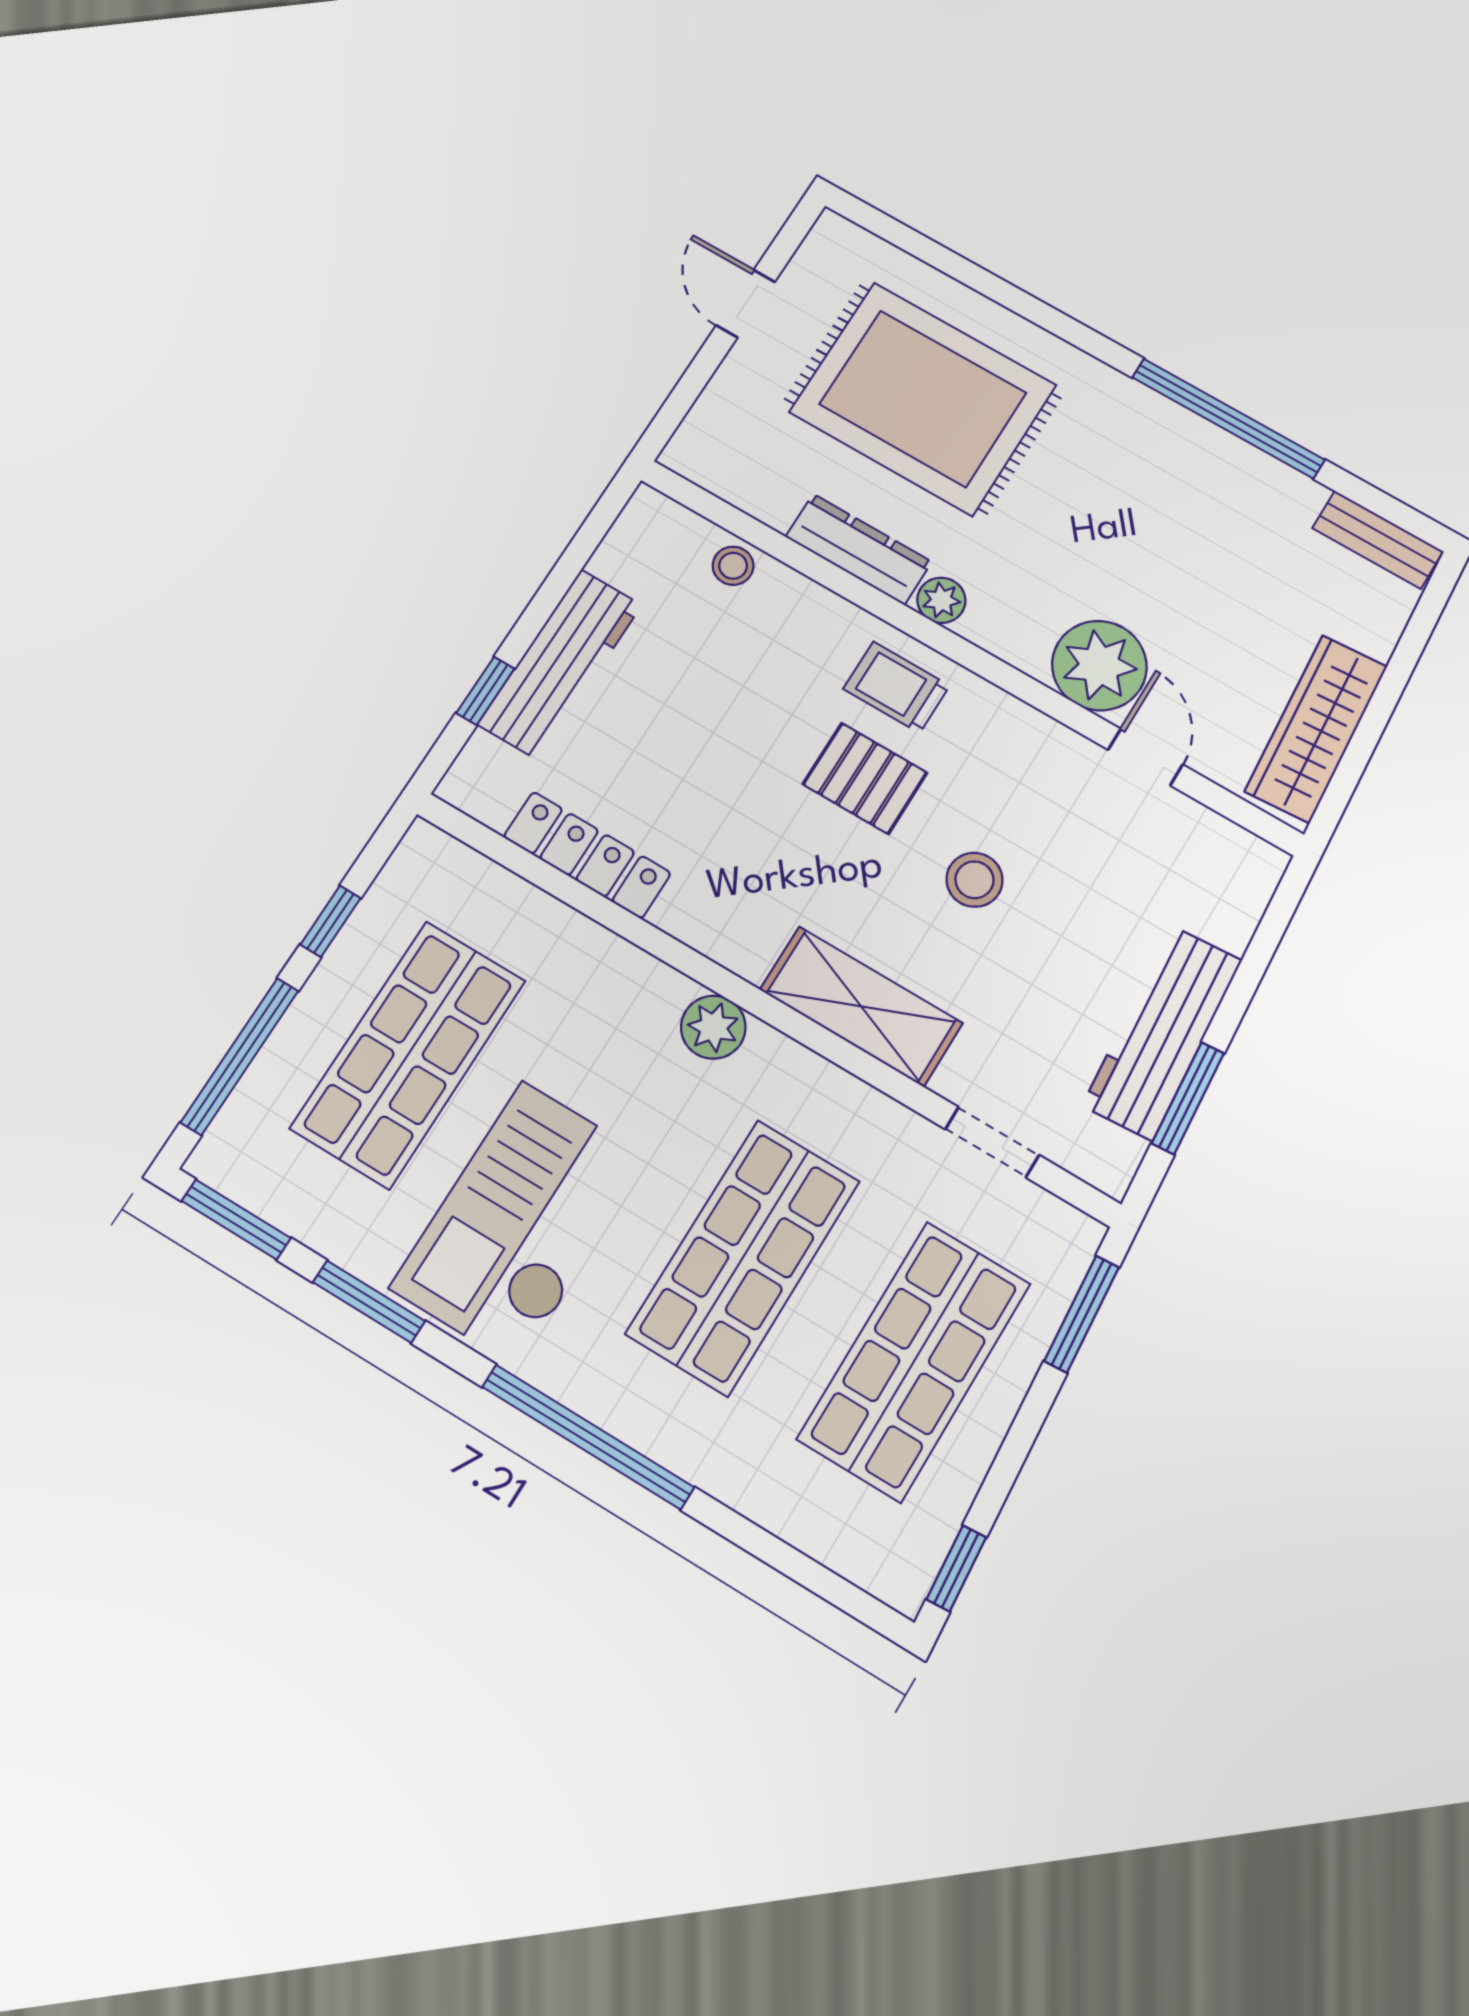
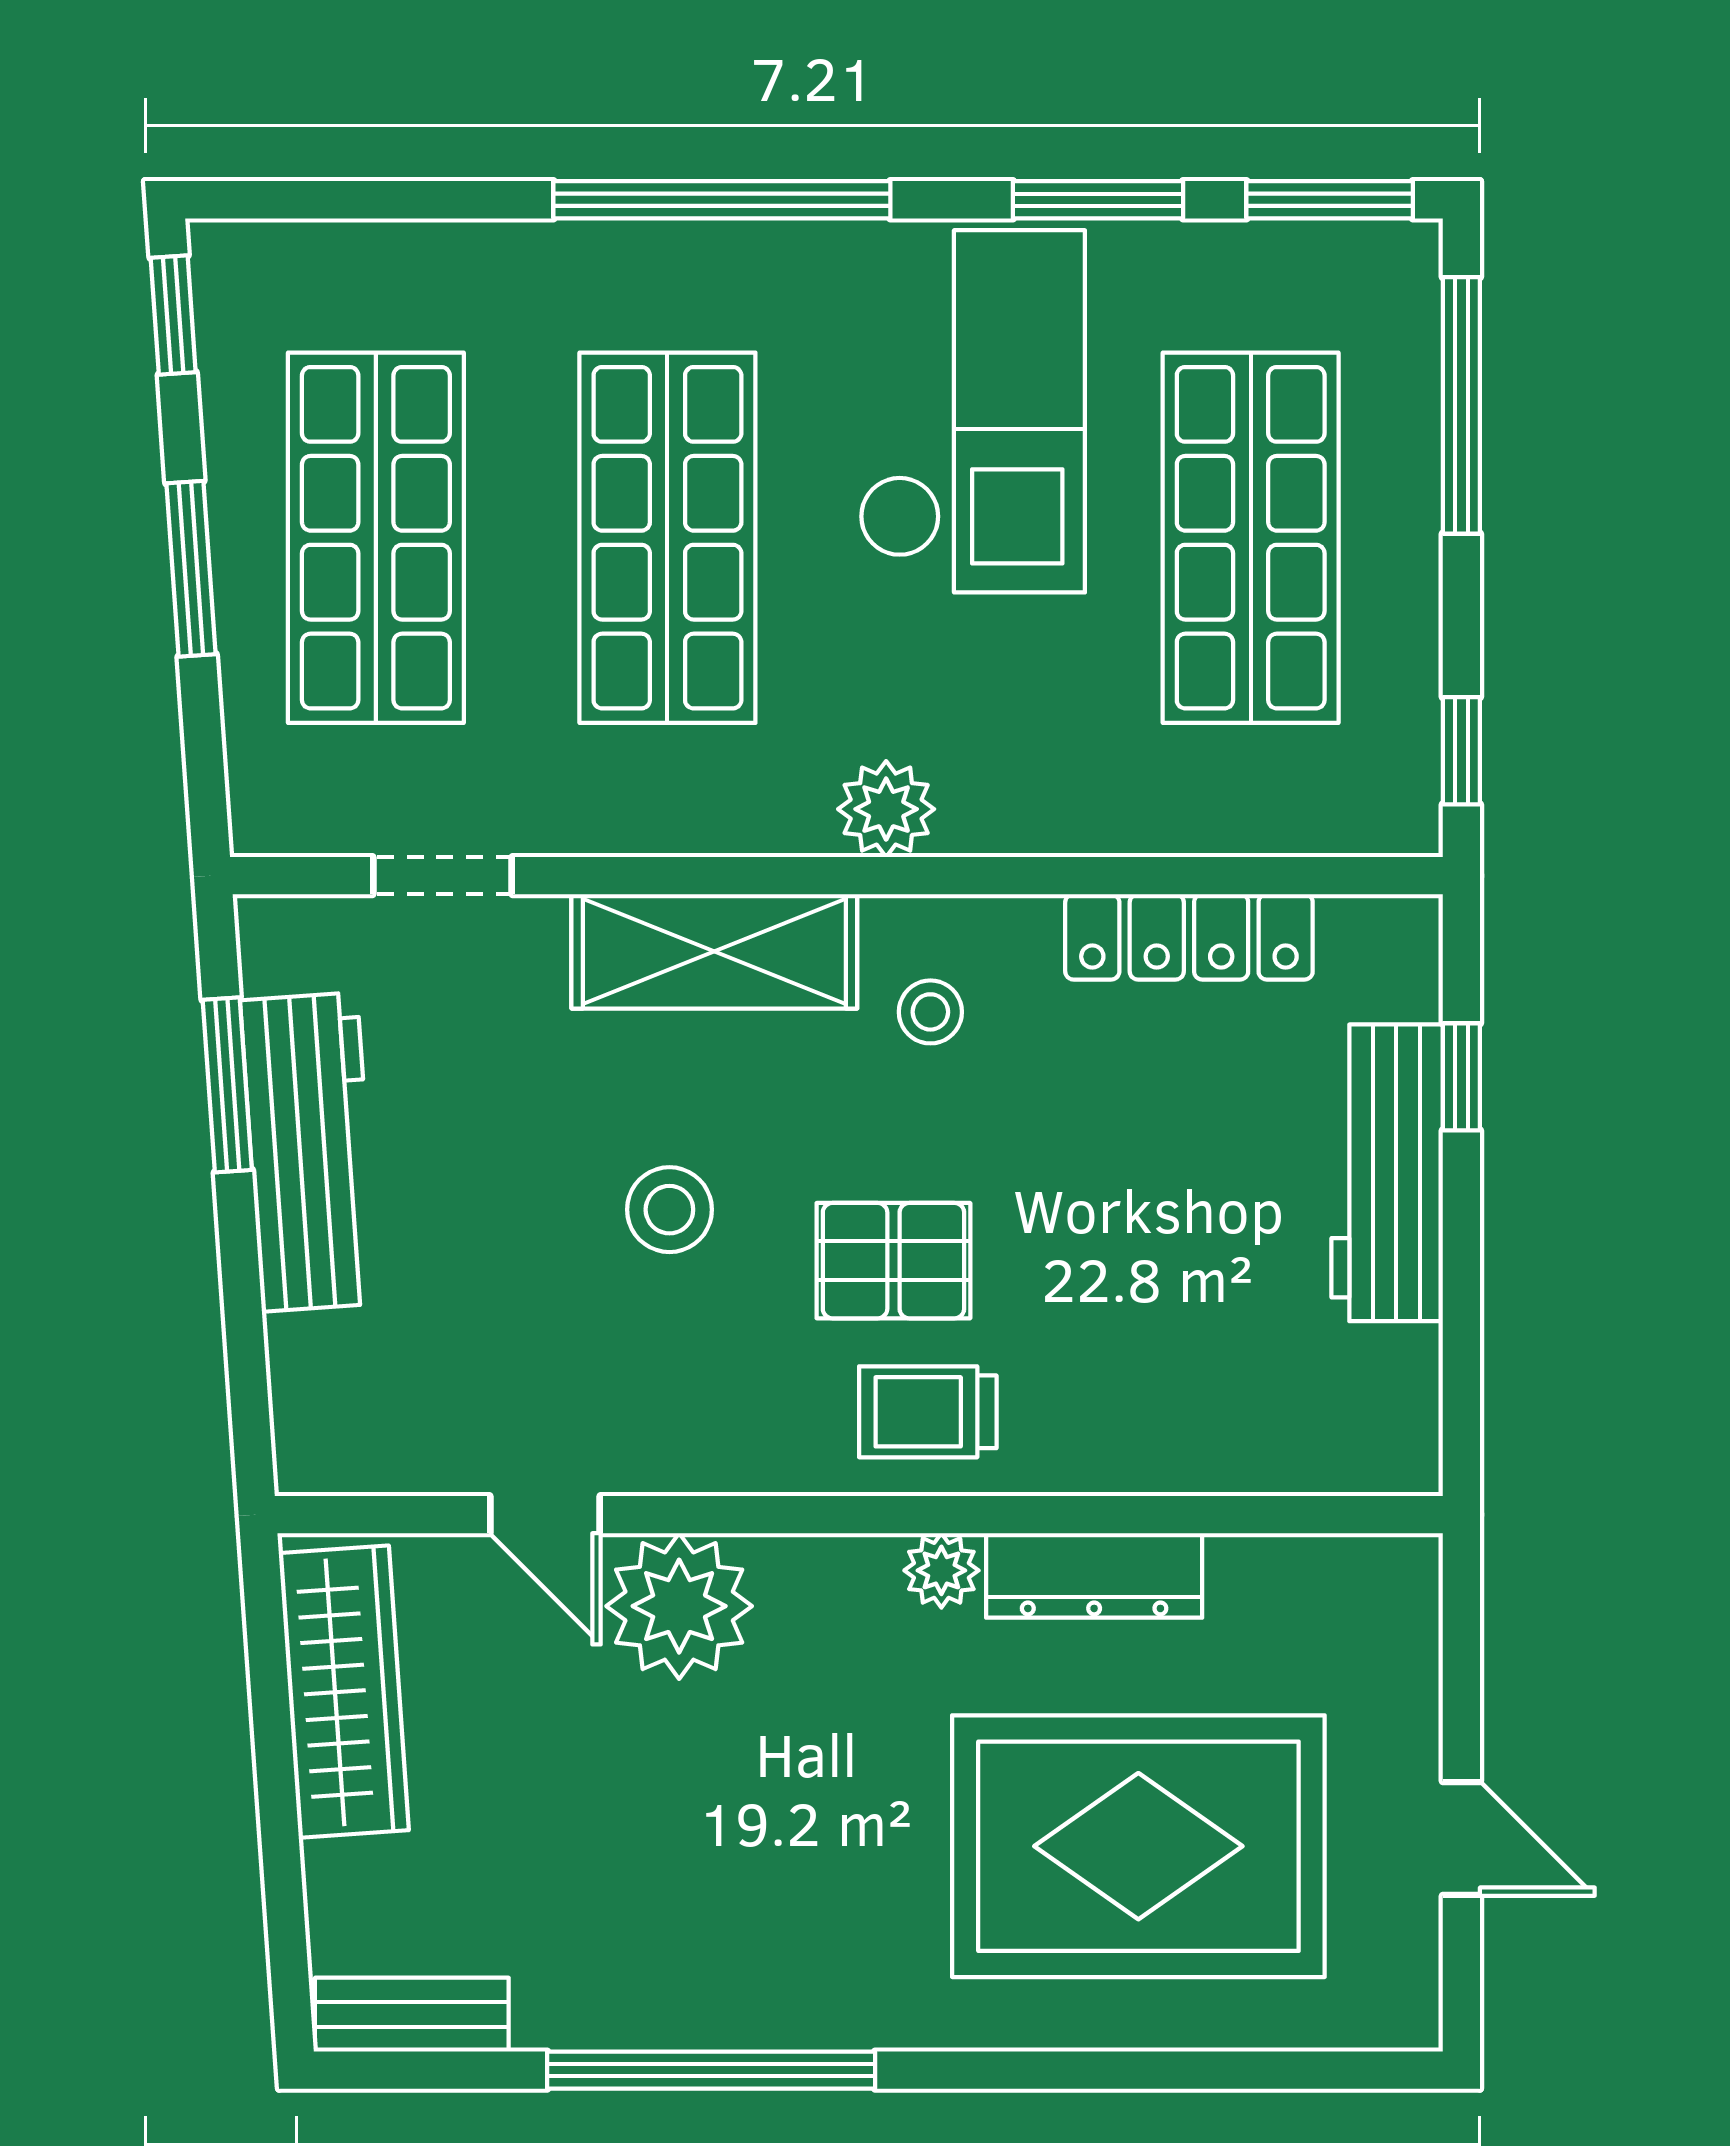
stool: (733, 566) -> (930, 1012), moved
trolley: (896, 687) -> (928, 1412), turned 180
window: (330, 921) -> (1461, 751), moved
window: (1082, 1314) -> (191, 569), moved

